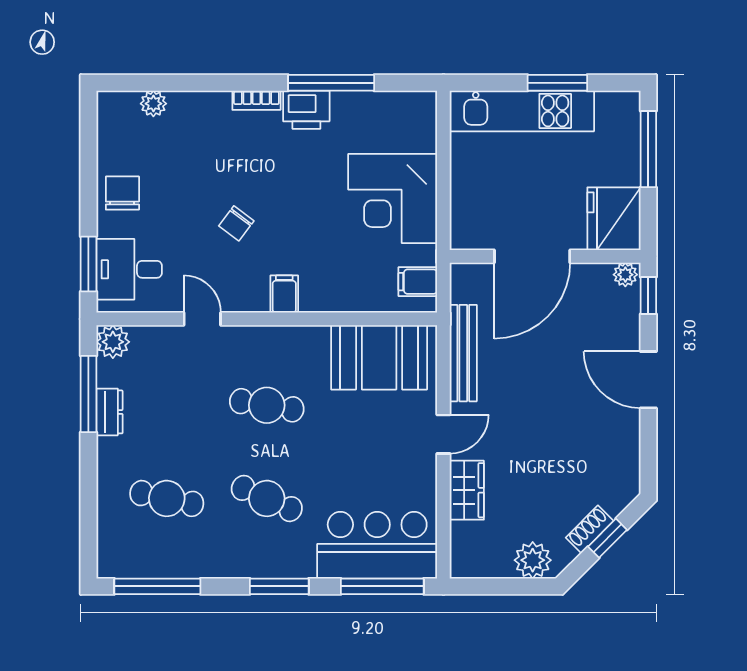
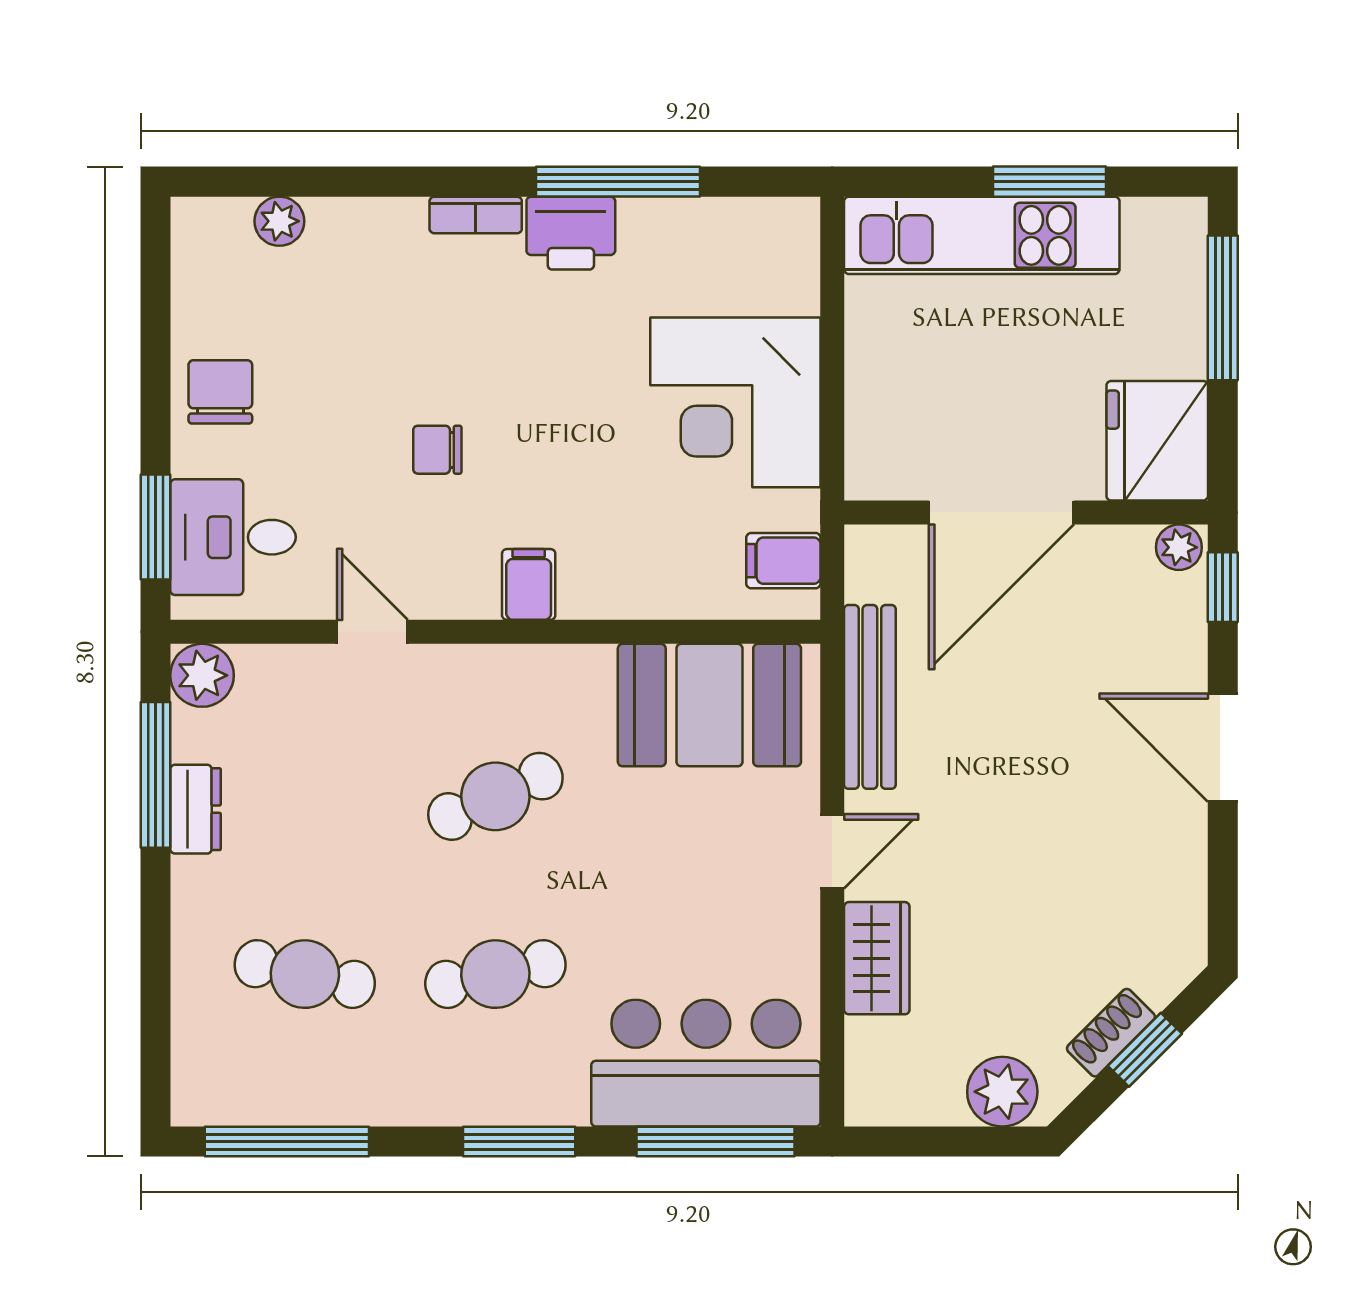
chair: (236, 223) -> (437, 450), turned 53
cafe table: (267, 405) -> (495, 796), turned -33
cafe table: (267, 498) -> (495, 974), turned -36

